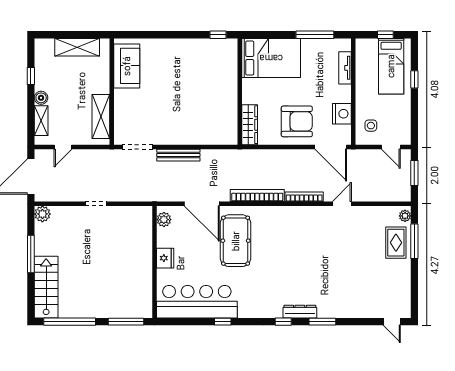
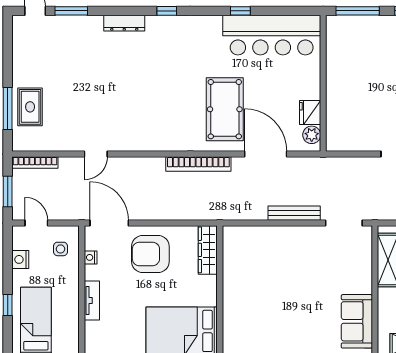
tv unit: (345, 68) -> (92, 300), moved
nightstand: (342, 114) -> (91, 257), width x0.53, depth x0.56
nightstand: (404, 117) -> (20, 259), added
bookcase: (304, 197) -> (35, 162), moved
plant: (405, 216) -> (19, 139), removed
fridge: (165, 258) -> (310, 112), moved
dresser: (300, 312) -> (124, 23), moved
window: (322, 322) -> (71, 11), moved

